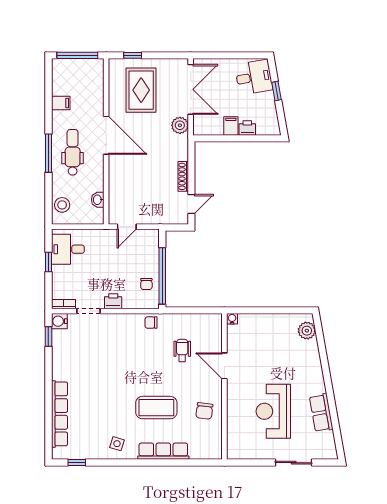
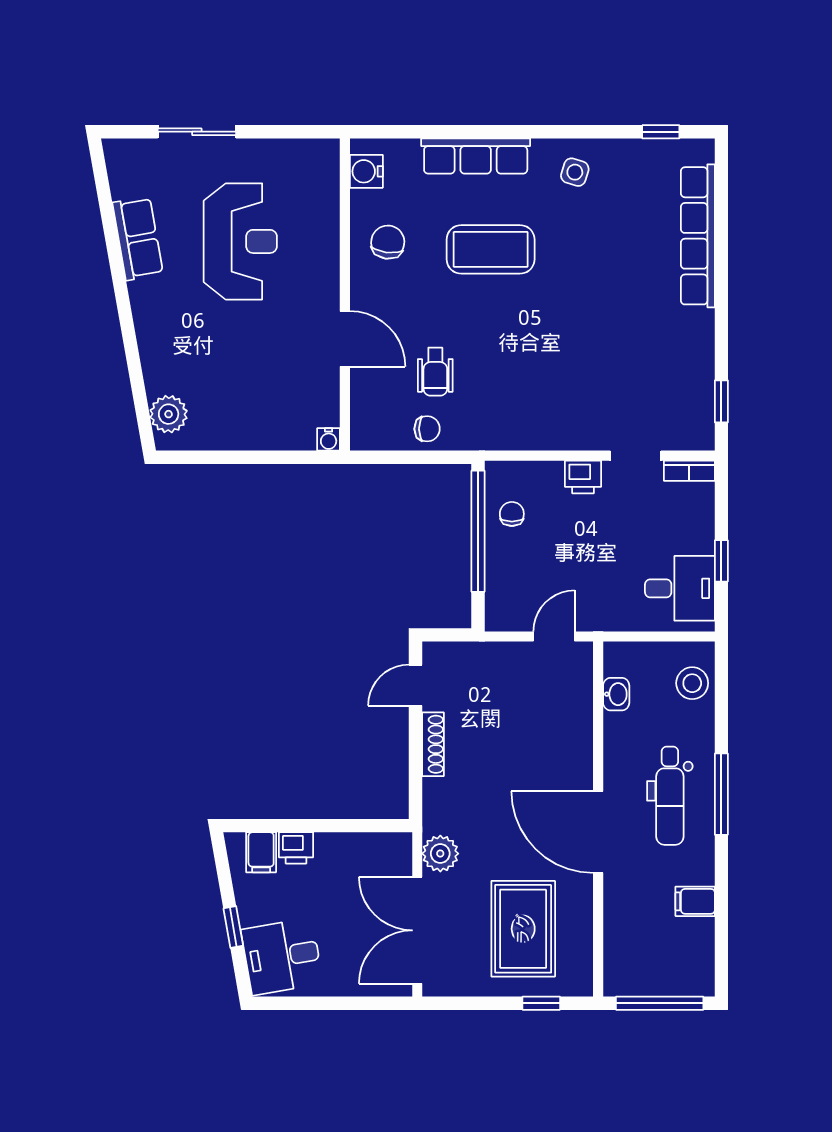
filing cabinet: (231, 126) -> (261, 852), moved
water cooler: (59, 321) -> (366, 171), moved, turned 180
chair: (151, 323) -> (427, 429), moved

